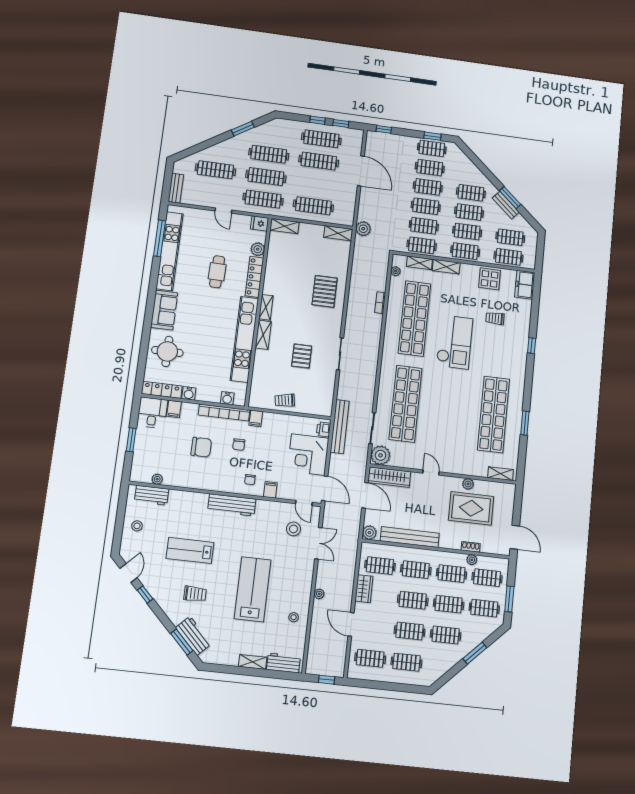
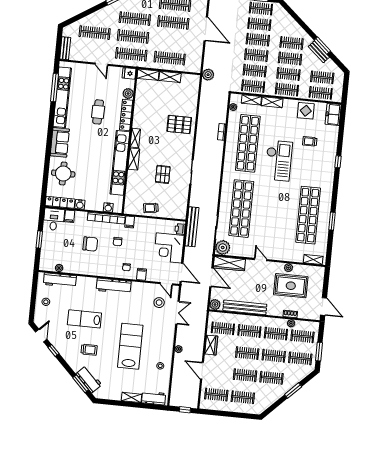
shelving: (338, 233) -> (170, 77), moved
pallet: (325, 291) -> (179, 124), turned 90
workbench: (152, 495) -> (60, 280), width x1.38

